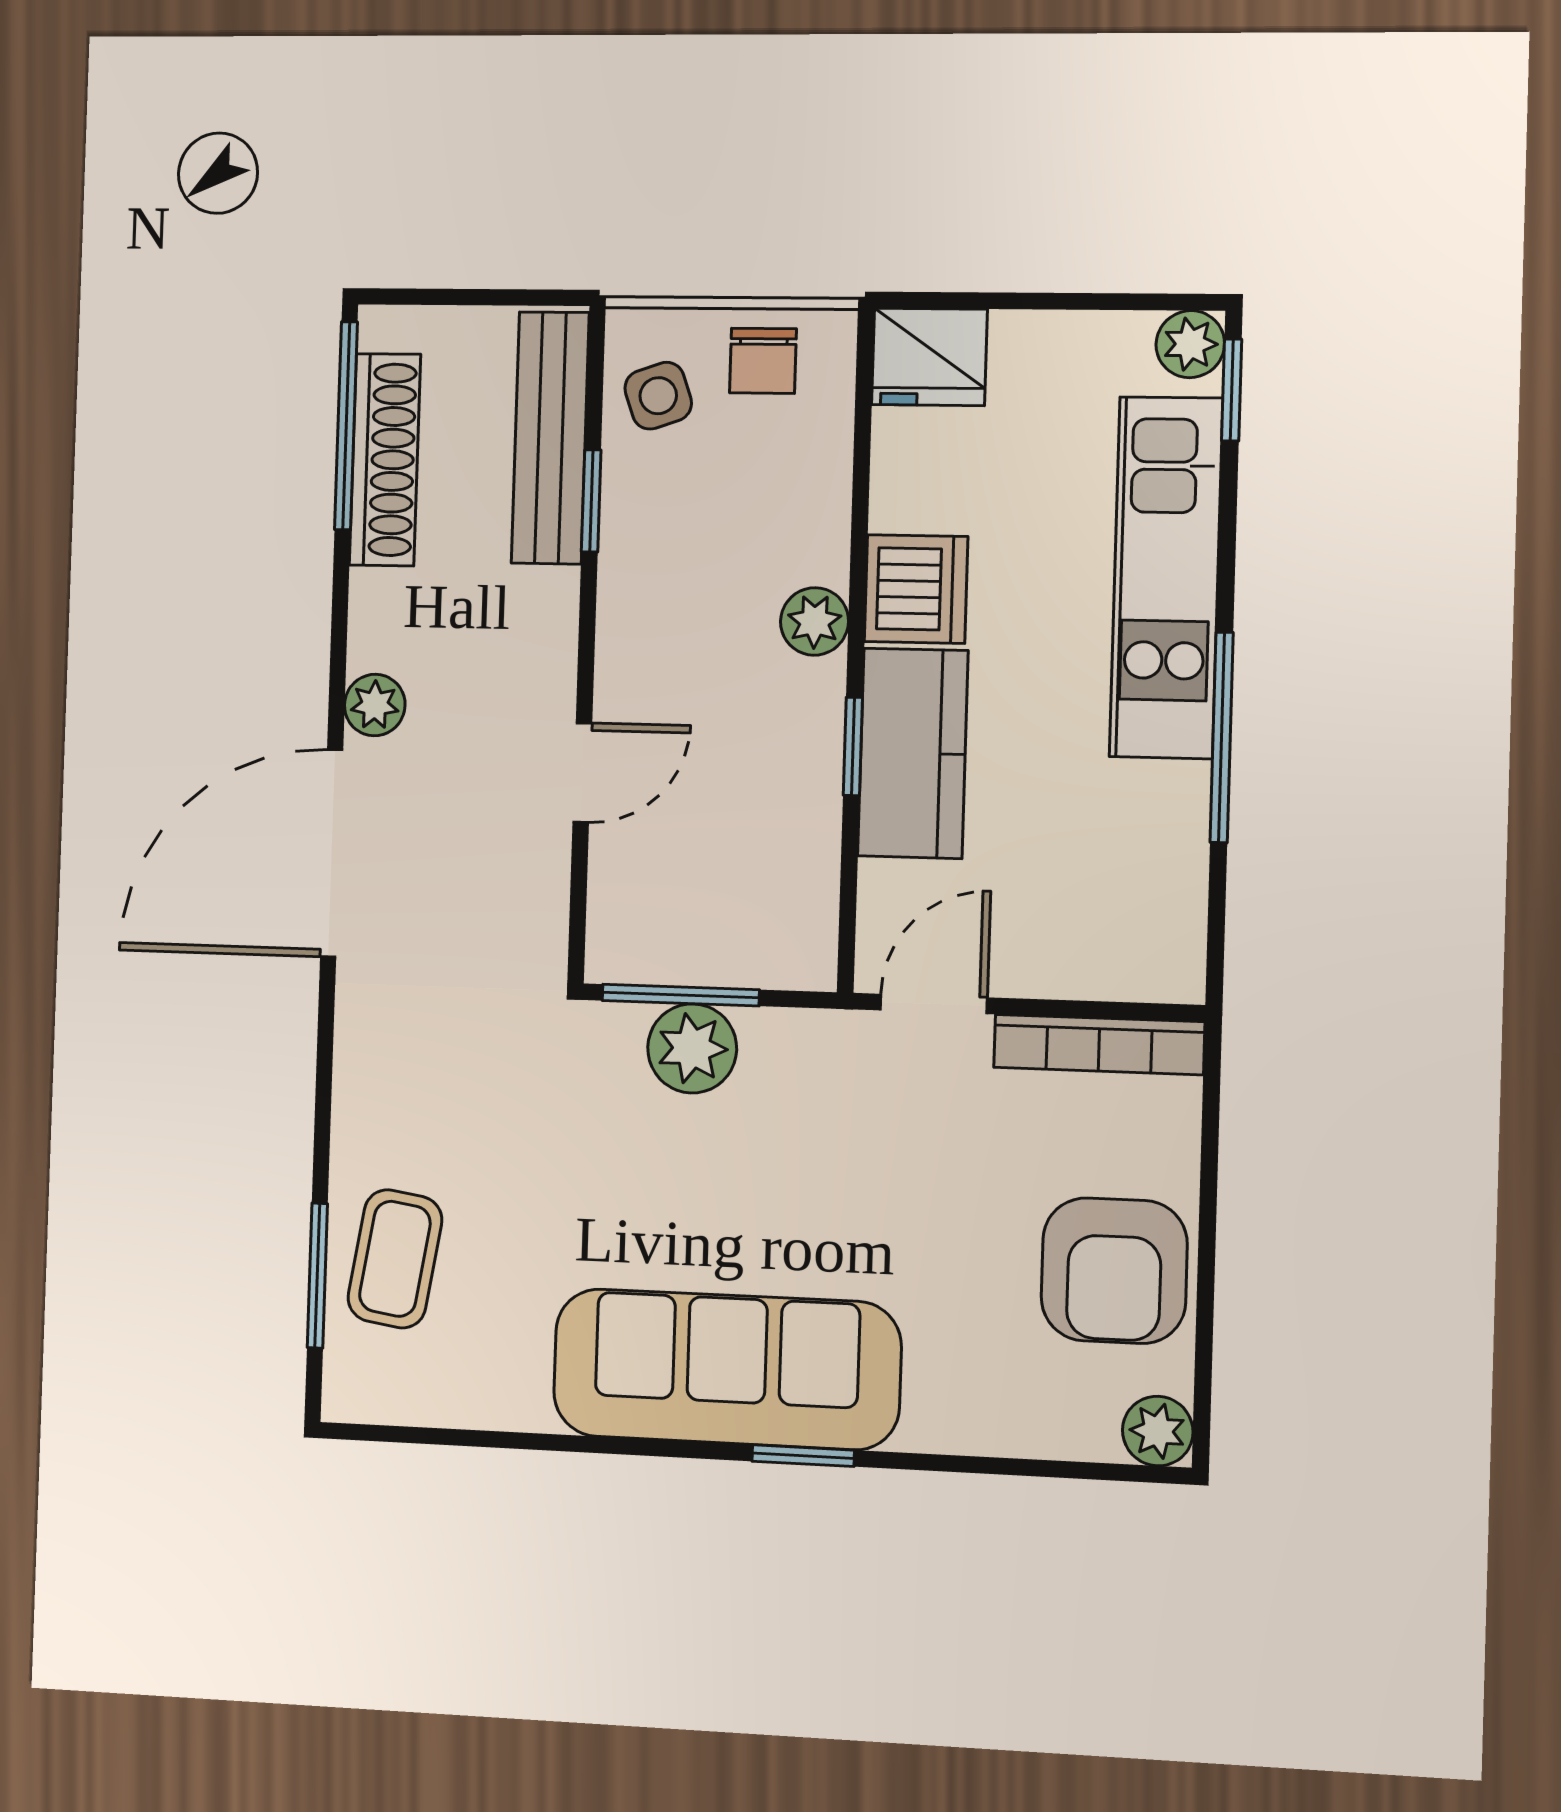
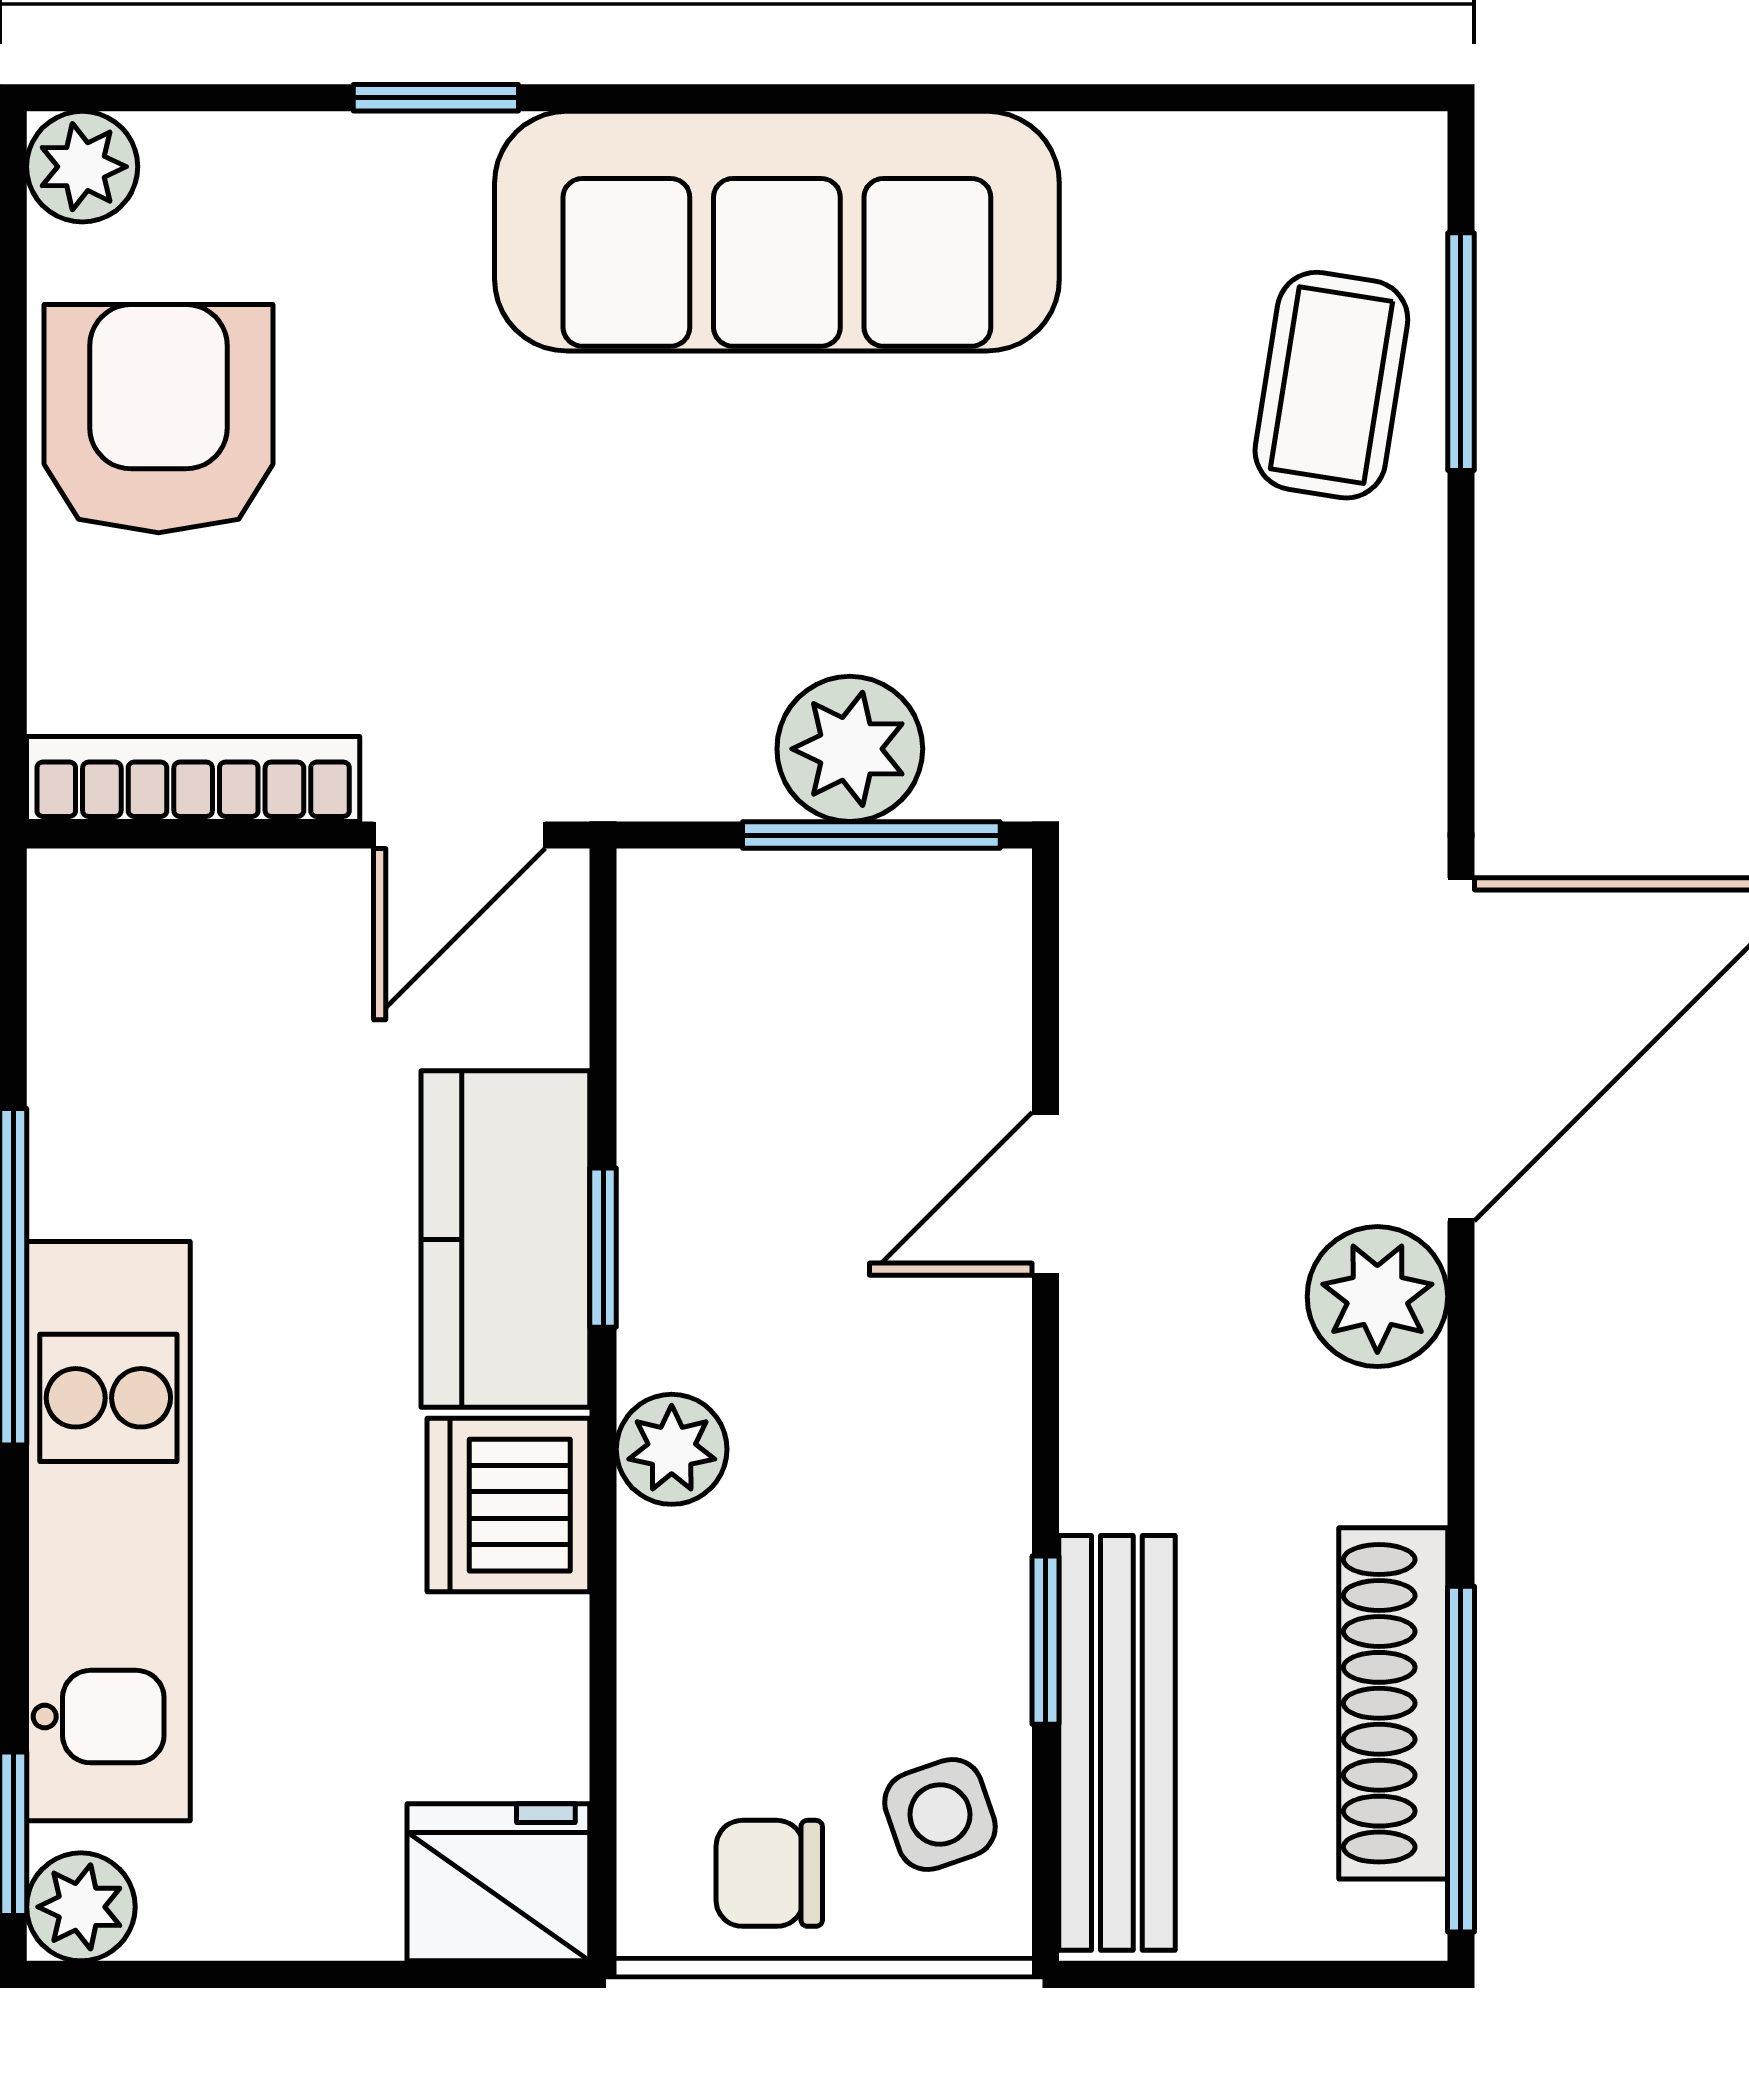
chair: (763, 361) -> (769, 1873), turned -90
plant: (375, 705) -> (1377, 1297), width x1.38, depth x1.38
window: (803, 1456) -> (436, 98), moved

